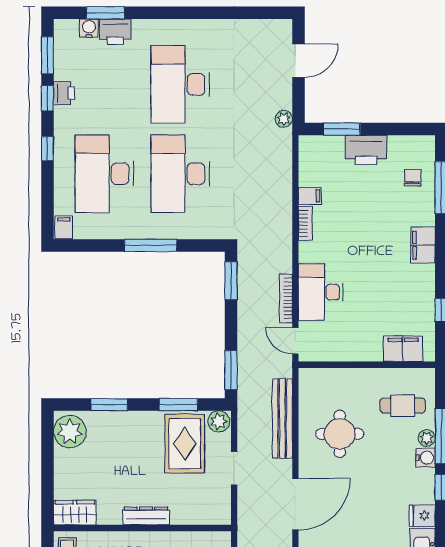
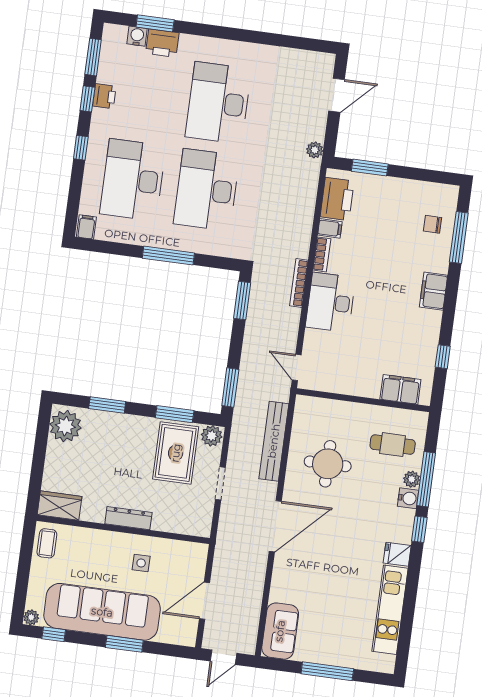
printer: (366, 150) -> (337, 199), moved, turned -90
chair: (413, 178) -> (432, 224), turned -90
desk: (321, 292) -> (331, 302), moved
bookcase: (286, 299) -> (299, 283), moved

